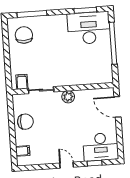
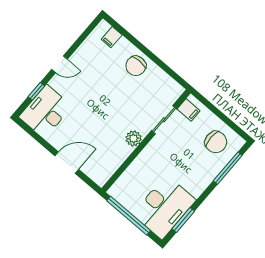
filing cabinet: (22, 82) -> (189, 110), moved
wall: (63, 89) -> (146, 141), moved
sliding door: (41, 90) -> (164, 120), moved
plant: (68, 97) -> (134, 138), moved

